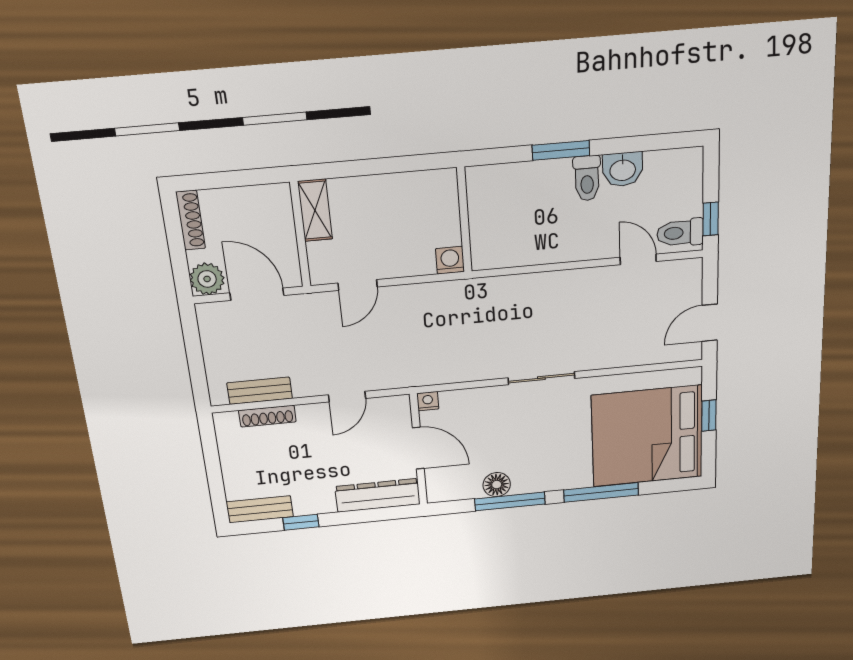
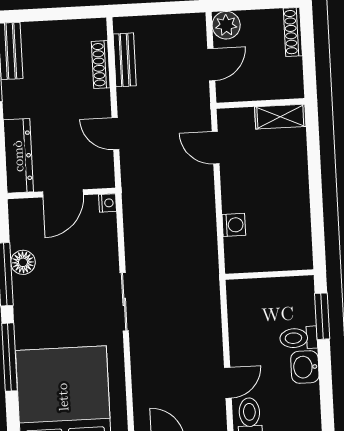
shoe rack: (191, 220) -> (293, 32), moved, turned 90
wall: (464, 220) -> (269, 275), moved
door: (257, 294) -> (211, 65), width x0.73

